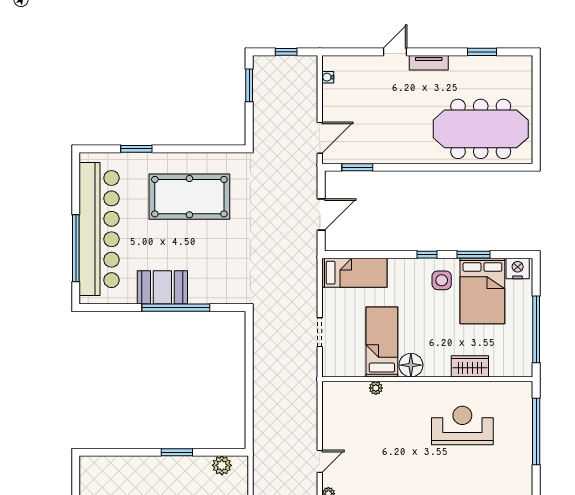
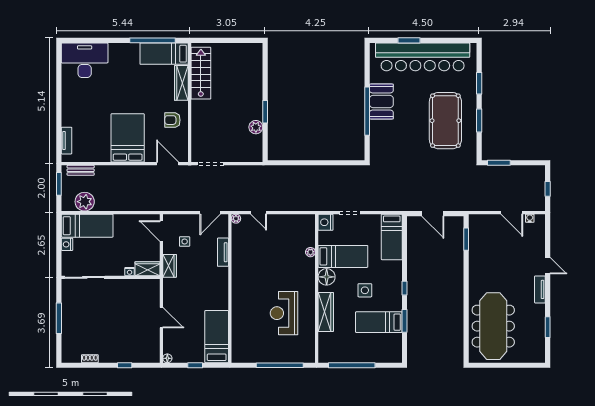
window: (249, 85) -> (499, 163), moved
door: (320, 138) -> (512, 213), moved
window: (189, 149) -> (479, 121), added
window: (76, 248) -> (409, 40), width x0.47
nightstand: (518, 268) -> (325, 222), moved, turned 180
side table: (442, 280) -> (365, 290), moved
bed: (482, 291) -> (379, 322), width x0.67
wardrobe: (470, 366) -> (326, 312), width x1.50
reception desk: (462, 425) -> (284, 313), turned 180
plant: (222, 465) -> (256, 127), moved

